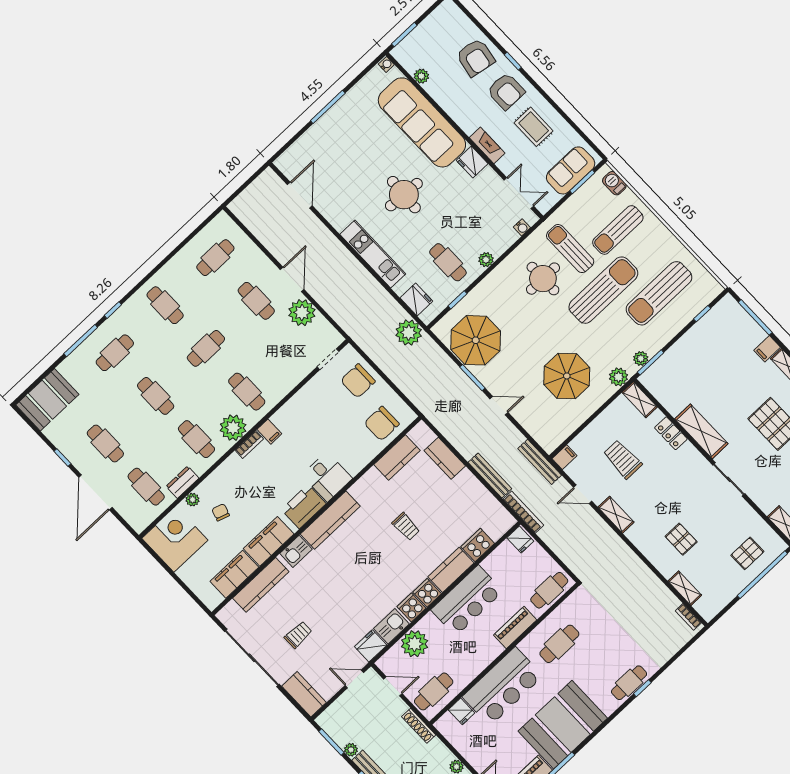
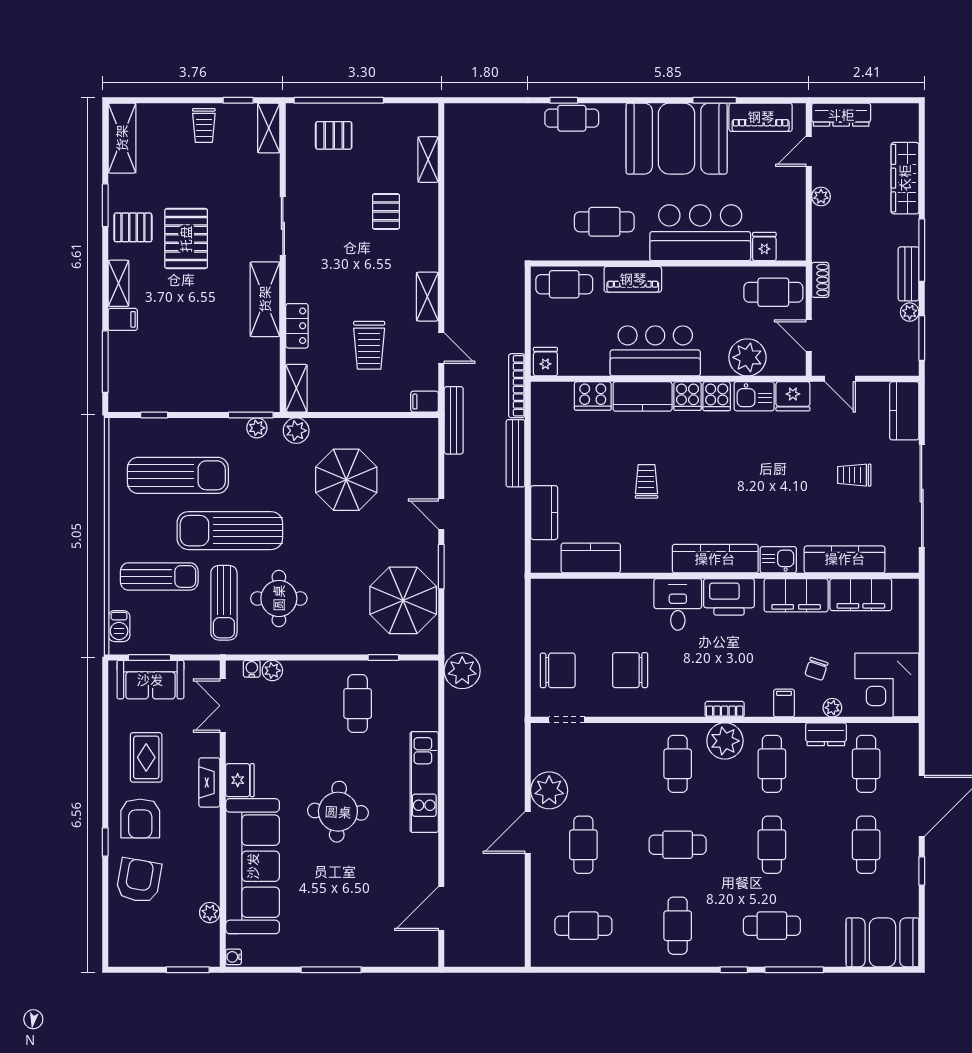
armchair: (506, 91) -> (140, 818), turned 180
plant: (486, 260) -> (272, 671), moved
fridge: (416, 299) -> (424, 696), removed
chair: (382, 424) -> (630, 670), moved, turned 180
filing cabinet: (269, 432) -> (784, 703), moved
bookcase: (688, 617) -> (452, 128), removed
shoe rack: (419, 726) -> (820, 280), width x0.70

